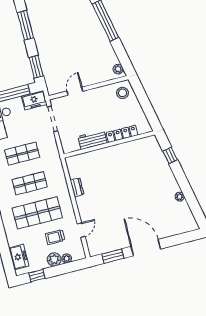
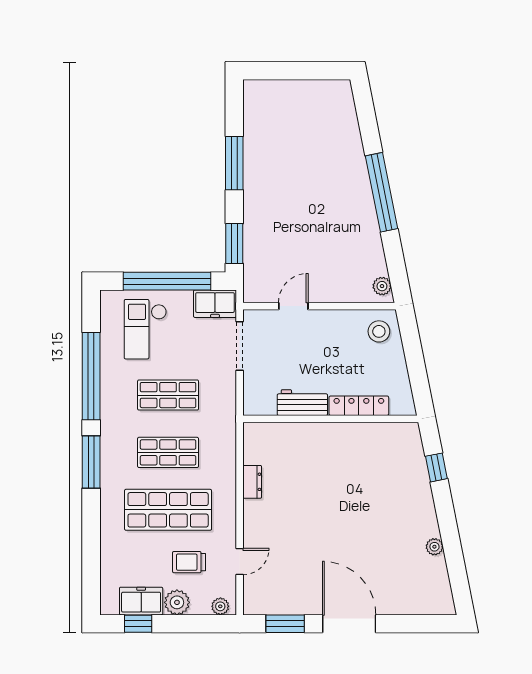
freezer: (19, 257) -> (141, 601), moved, turned -90
plant: (67, 258) -> (220, 606), moved

